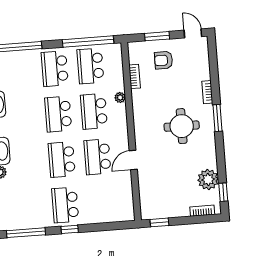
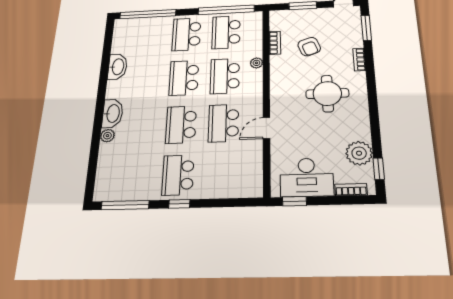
armchair: (164, 60) -> (309, 47), moved, turned -110
window: (218, 118) -> (366, 28), moved
desk: (168, 202) -> (307, 177), added

